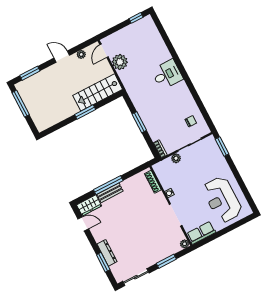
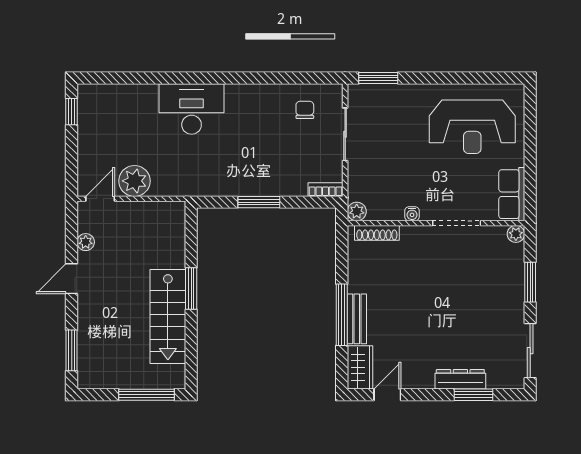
door: (104, 51) -> (100, 199), swing flipped
desk: (167, 75) -> (192, 109), width x1.37
stairs: (98, 92) -> (168, 316), moved
window: (21, 104) -> (147, 395), moved
plant: (176, 158) -> (357, 211), moved

